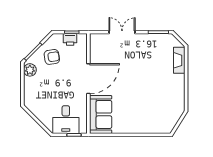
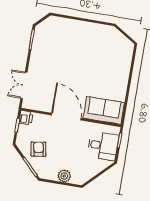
double door: (122, 32) -> (24, 85), moved
printer: (70, 39) -> (26, 118), moved
fireplace: (179, 60) -> (63, 23), removed
plant: (30, 70) -> (64, 176), moved

